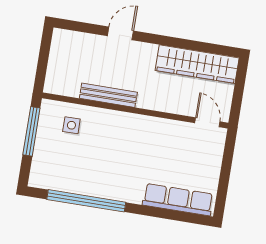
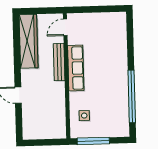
bench: (108, 95) -> (59, 62), moved
row of seats: (178, 200) -> (76, 68), moved, turned 180

